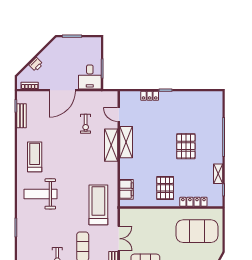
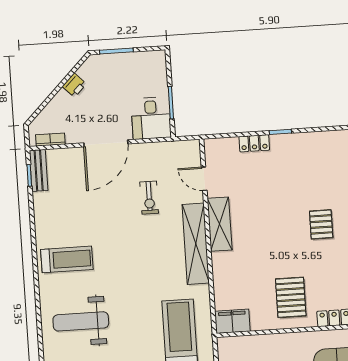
printer: (36, 64) -> (74, 85), moved
bench: (22, 116) -> (39, 170), moved
shelving: (111, 145) -> (196, 244), width x1.47
pallet: (186, 146) -> (321, 224), width x0.67, depth x0.71
treadmill: (35, 157) -> (67, 259), turned 90
filing cabinet: (126, 189) -> (232, 321), moved, turned -90

